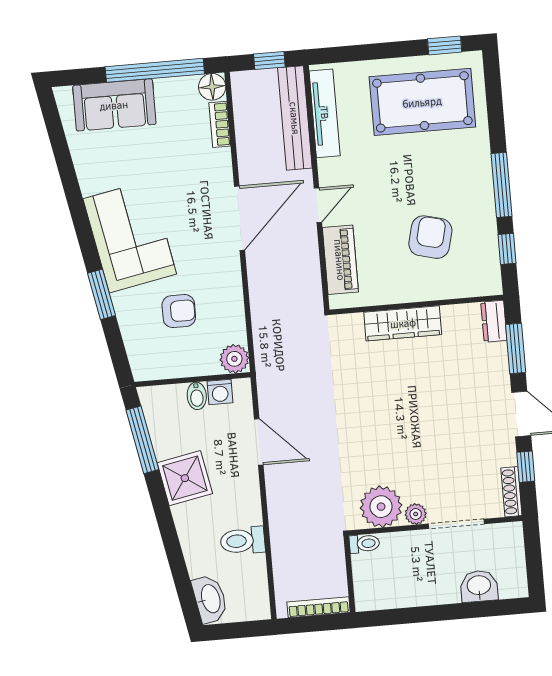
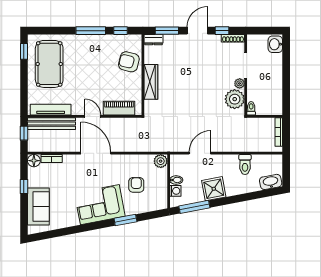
window: (155, 70) -> (24, 186), width x0.32
armchair: (430, 237) -> (129, 62), moved
washing machine: (220, 392) -> (175, 191), moved
washbasin: (479, 586) -> (275, 44), moved

